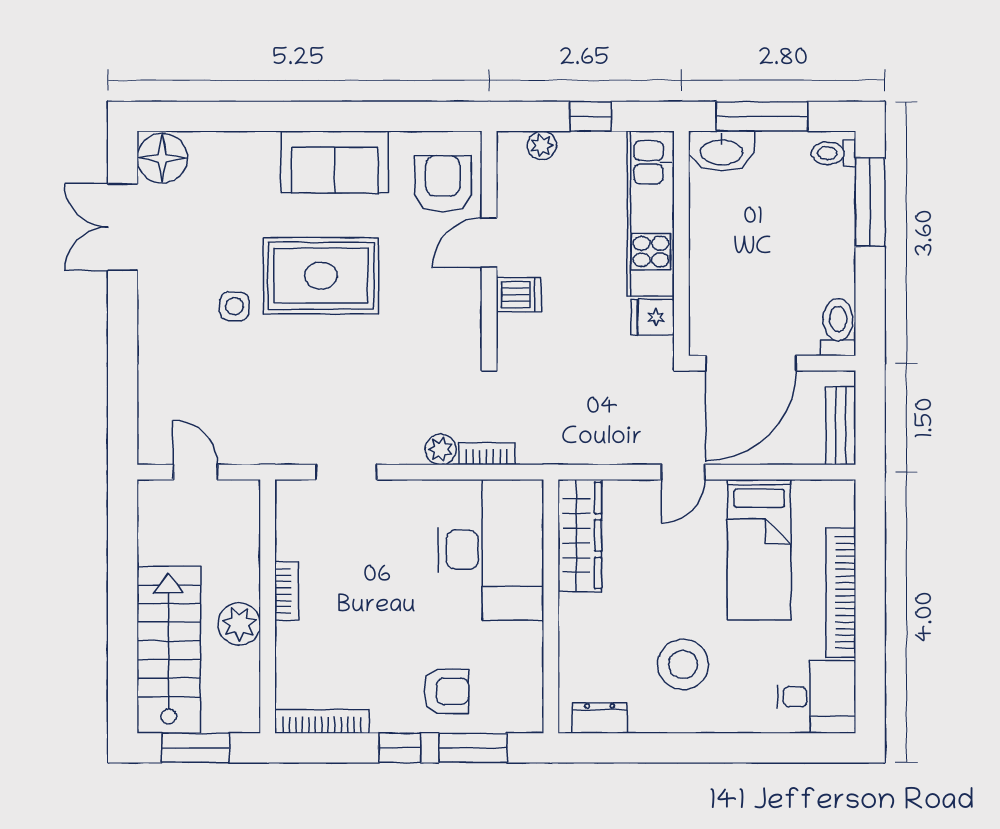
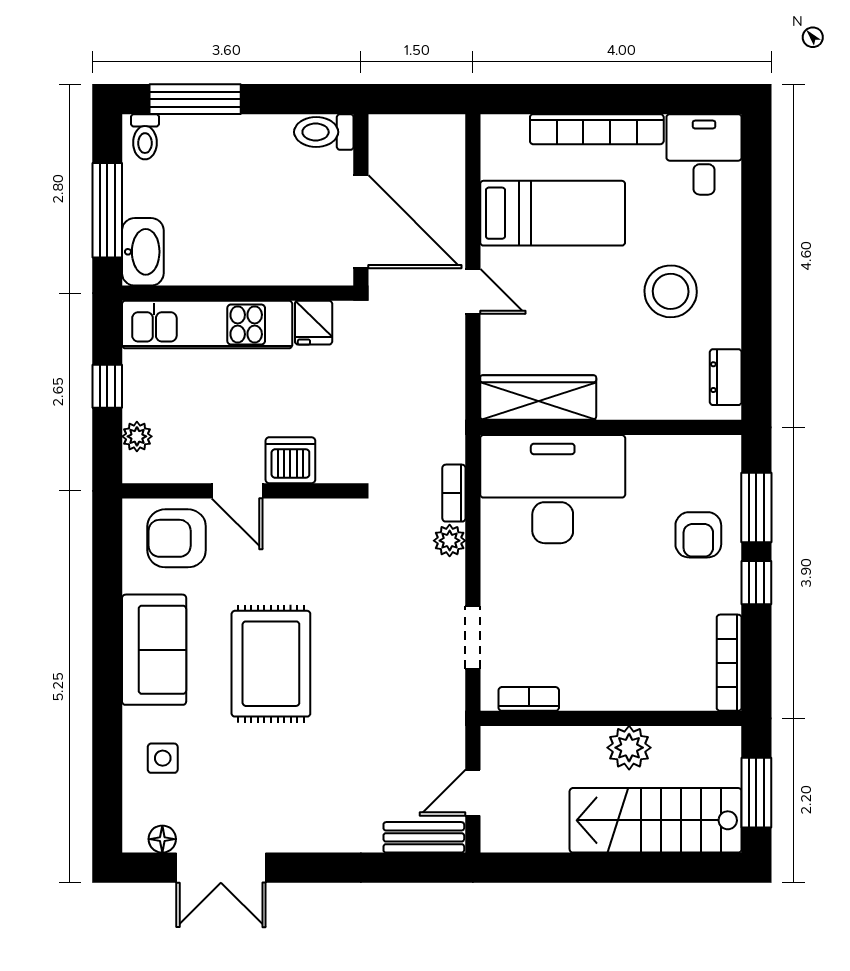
floor lamp: (162, 158) -> (162, 839), width x0.53, depth x0.53
dishwasher: (519, 295) -> (290, 460), width x1.38
side table: (234, 306) -> (163, 758), moved
bench: (841, 426) -> (424, 837), moved
bookcase: (287, 591) -> (529, 699), moved
armchair: (446, 691) -> (698, 535), turned 180

